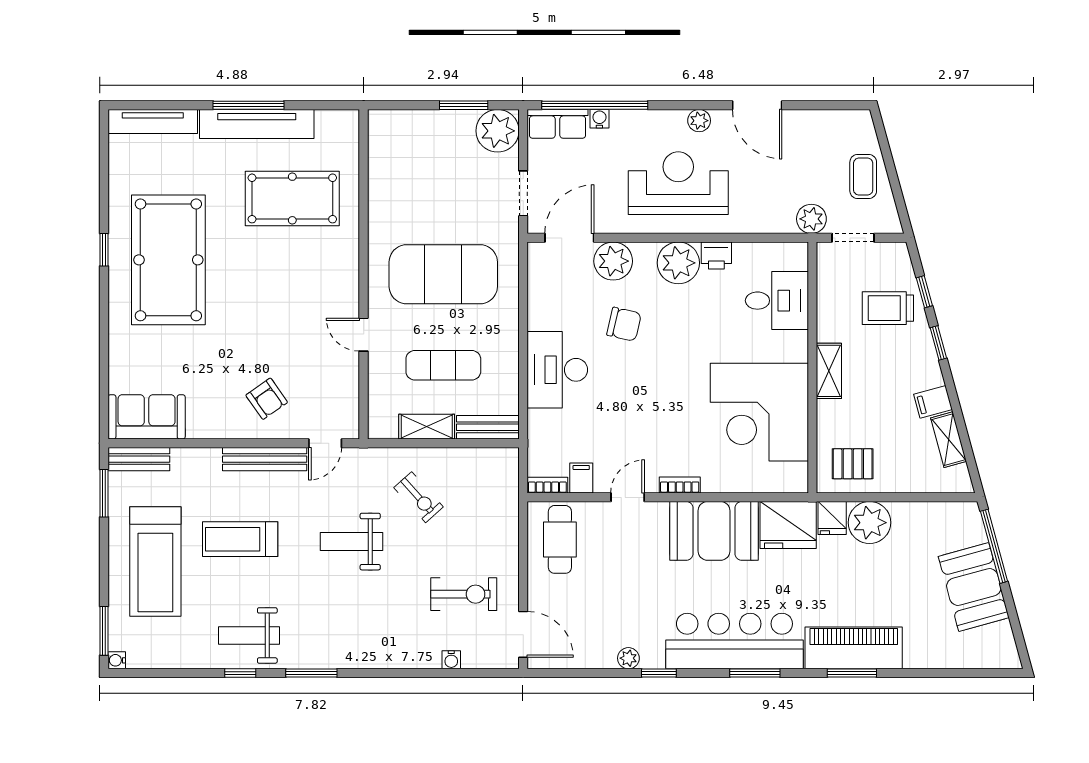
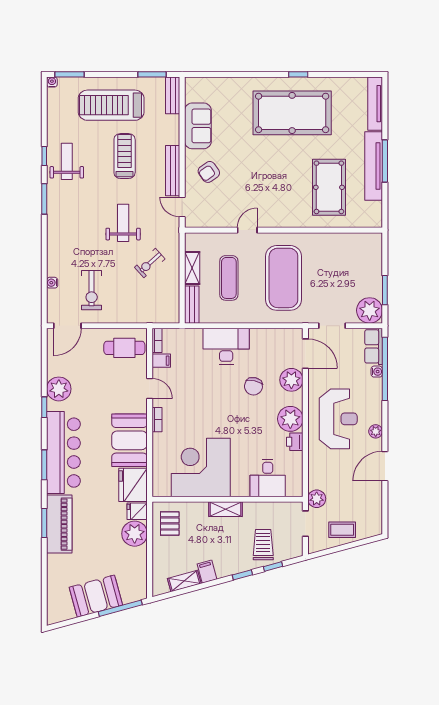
sofa: (147, 417) -> (198, 126), moved
plant: (628, 658) -> (59, 389), width x1.88, depth x1.88

